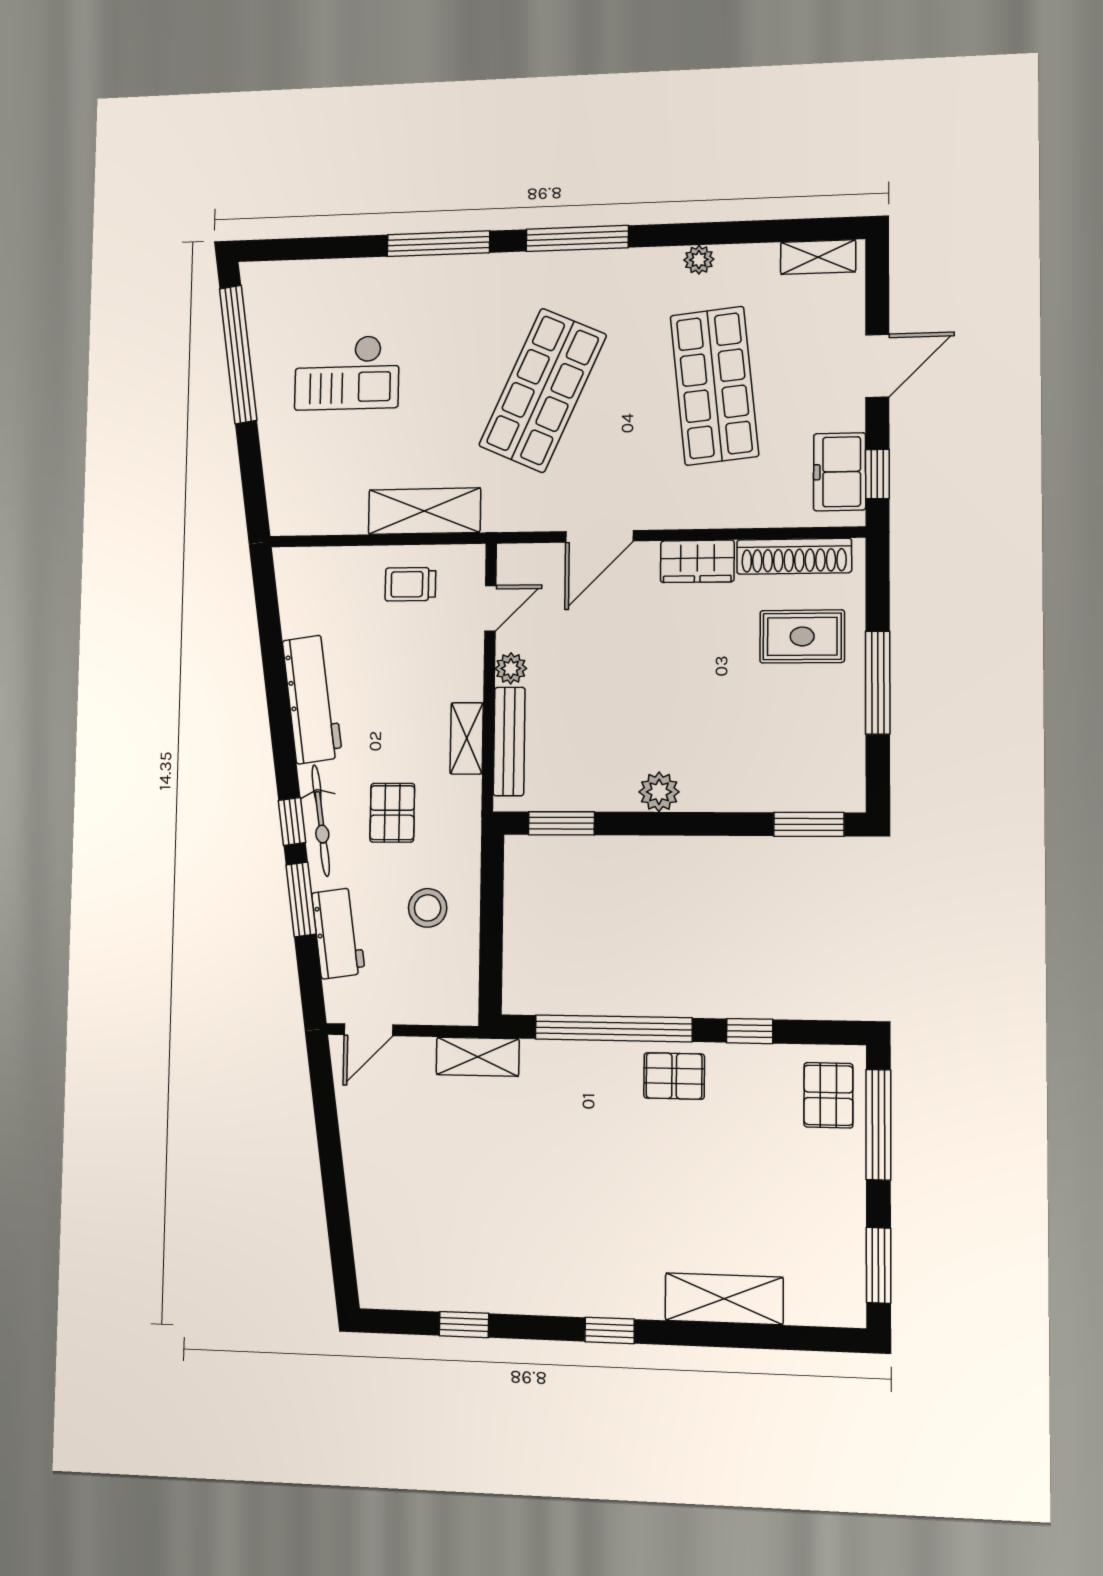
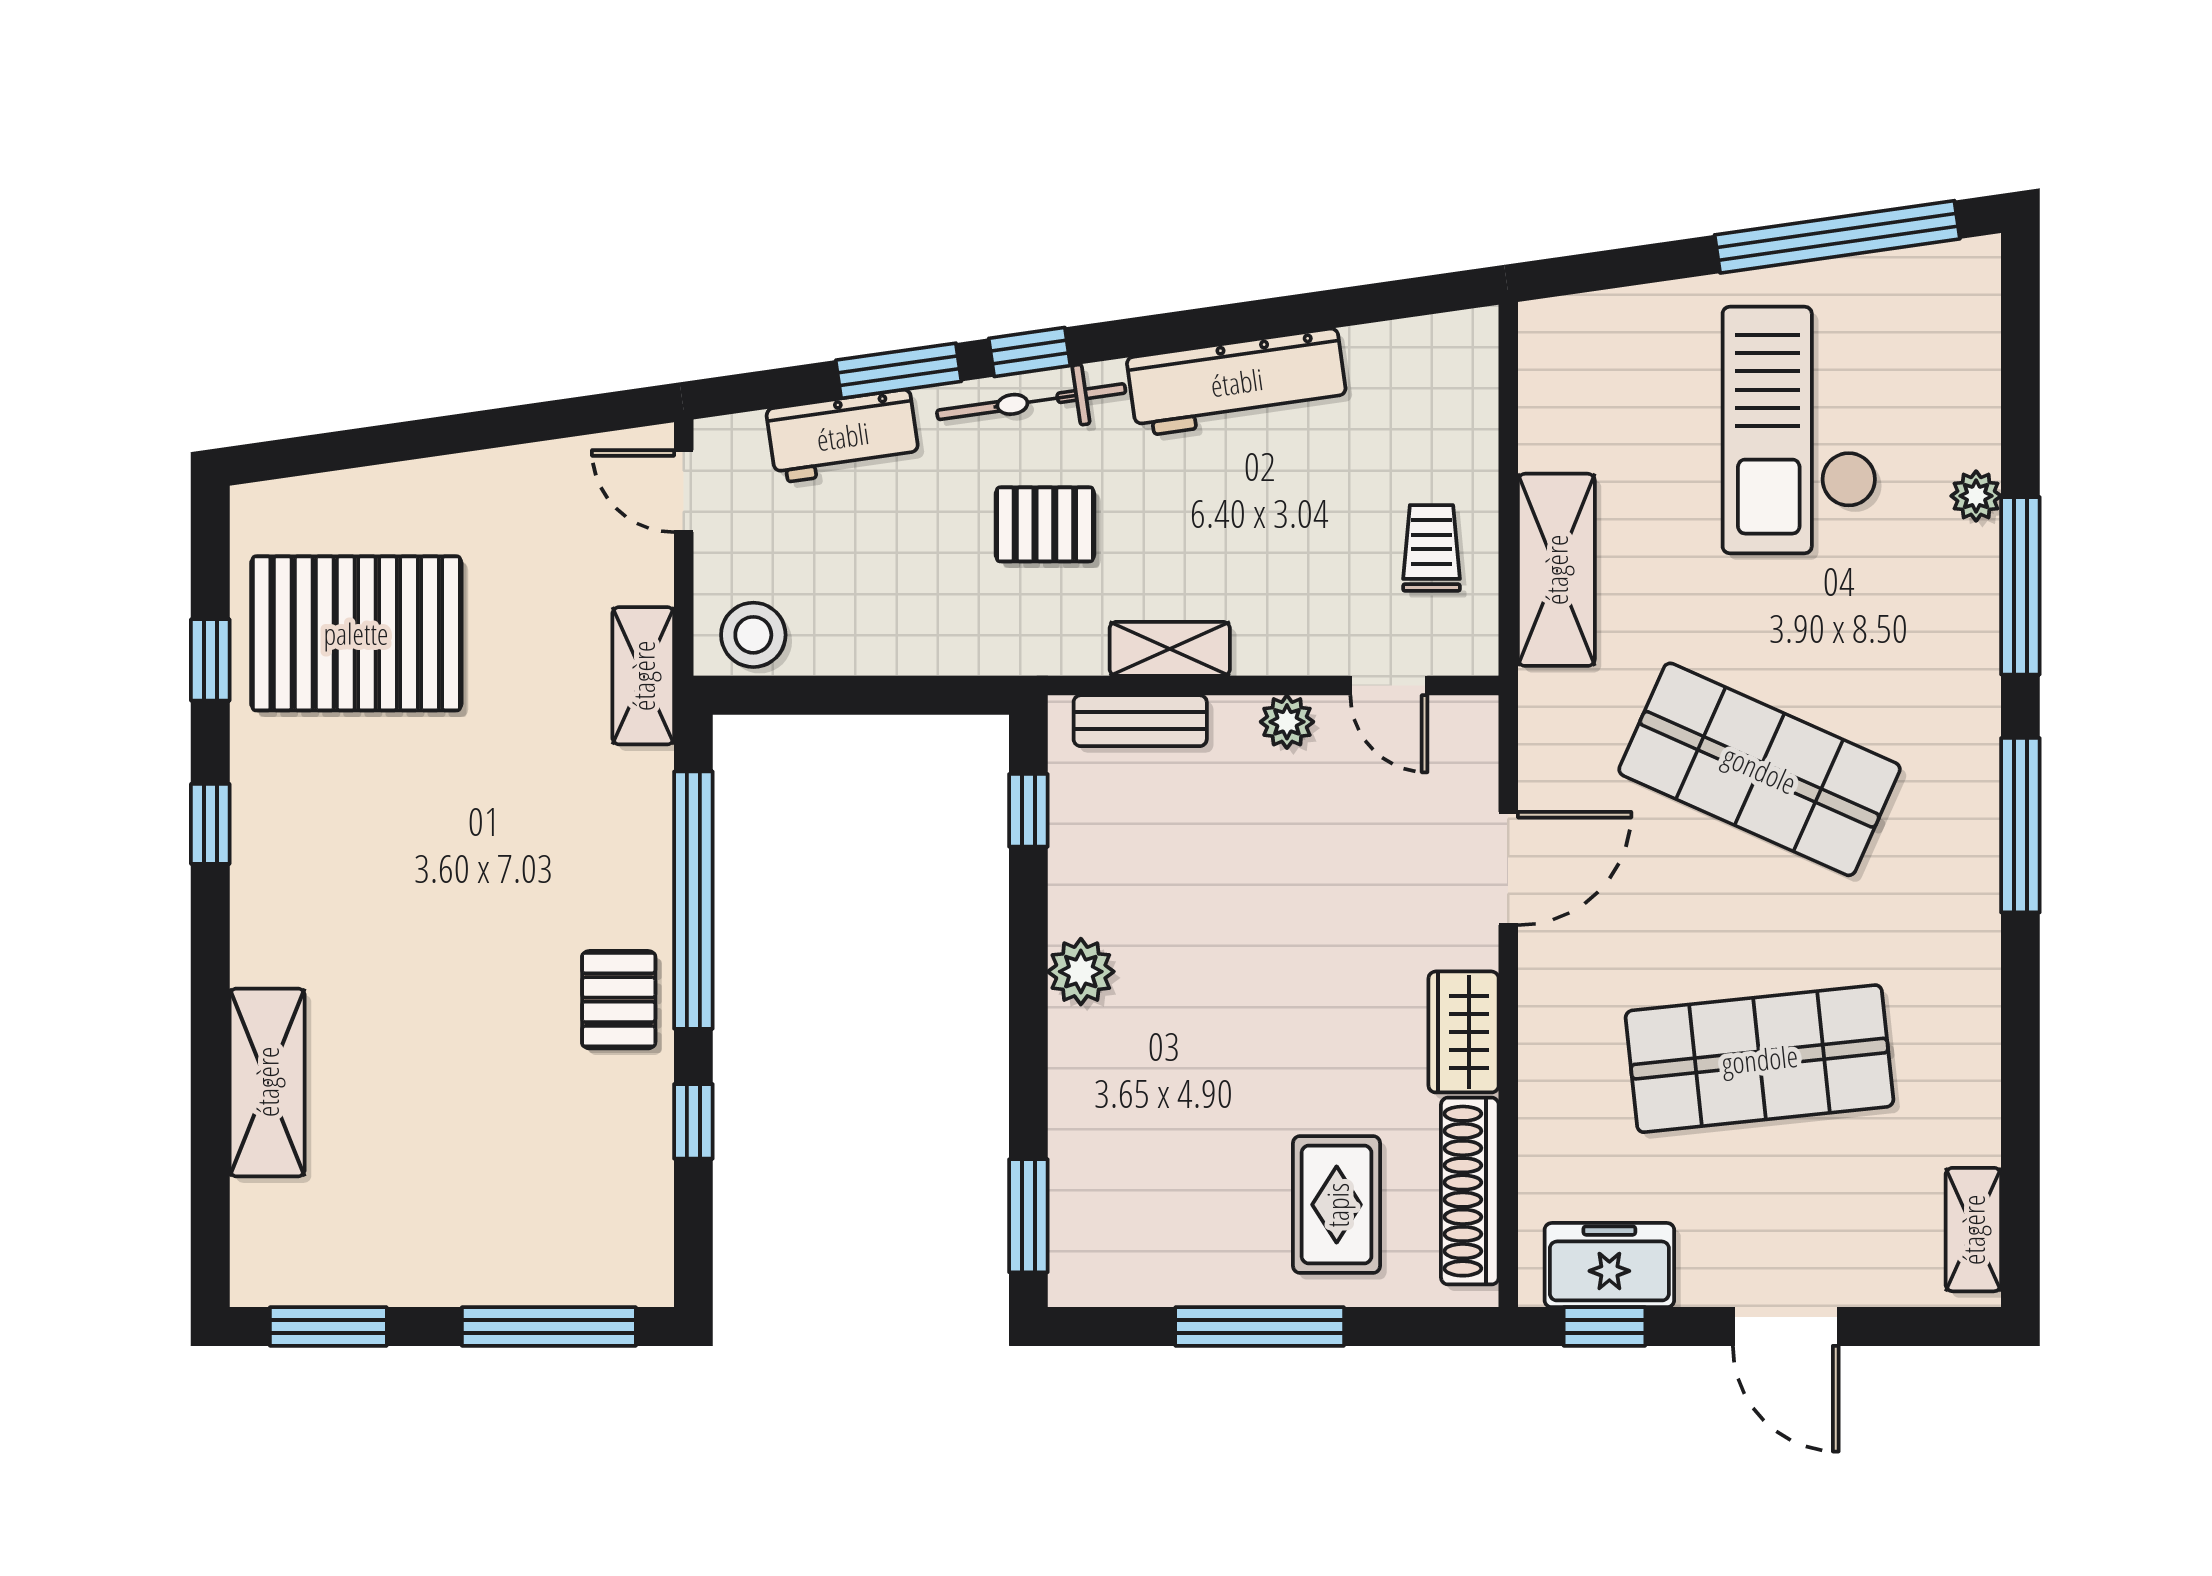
plant: (699, 260) -> (1976, 496), moved
checkout: (347, 373) -> (1800, 430), width x1.36, depth x1.21
door: (599, 536) -> (1508, 868), swing flipped
bench: (509, 741) -> (1140, 721), width x0.73
window: (561, 823) -> (1028, 810), width x0.67
stool: (428, 908) -> (753, 635), moved
pallet: (828, 1095) -> (356, 633), moved, width x2.05, depth x2.00
window: (610, 1330) -> (210, 824), moved

